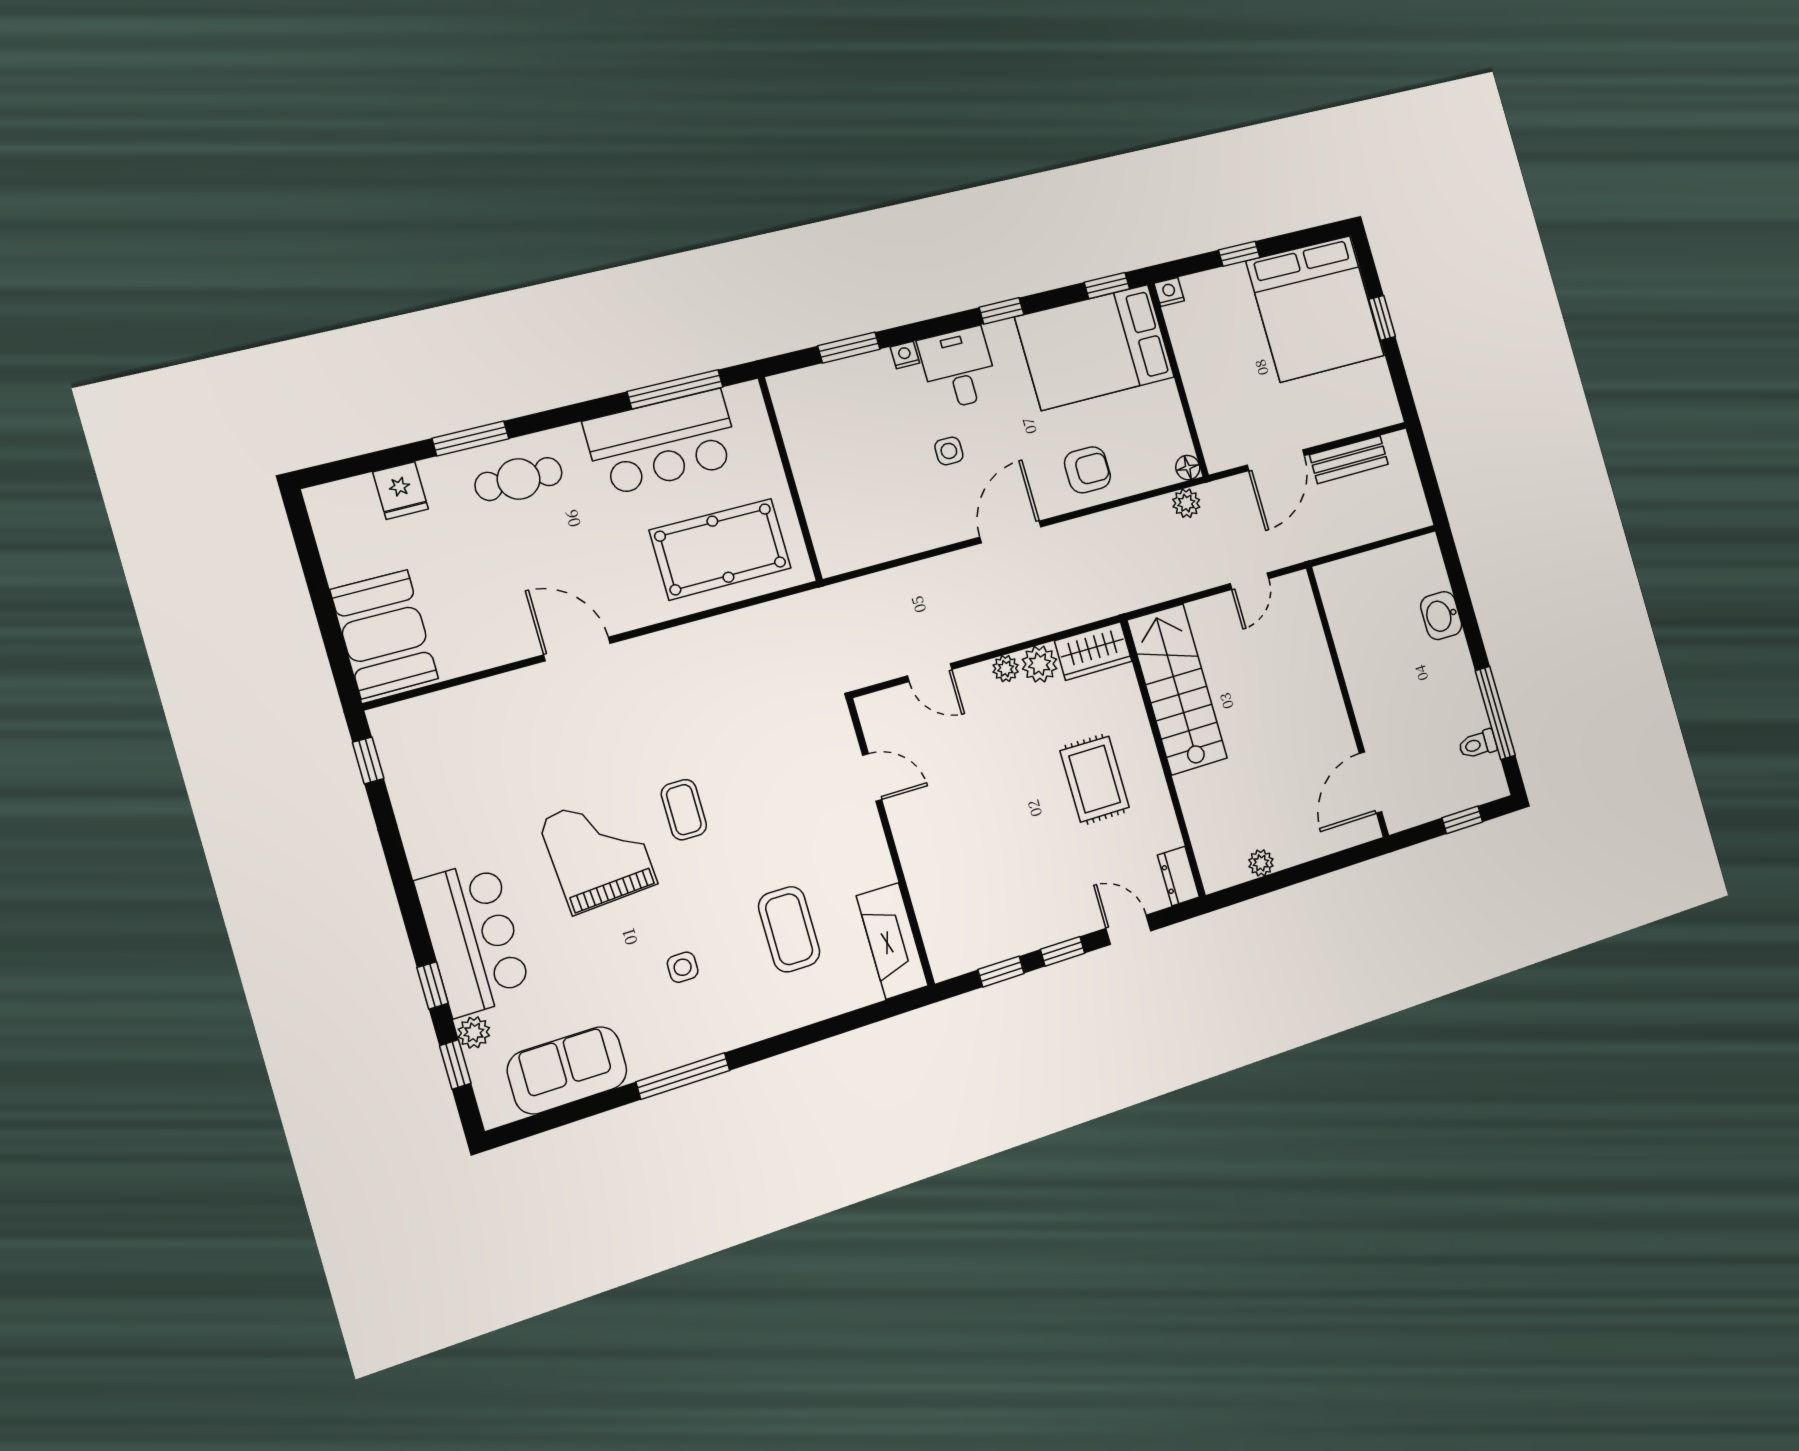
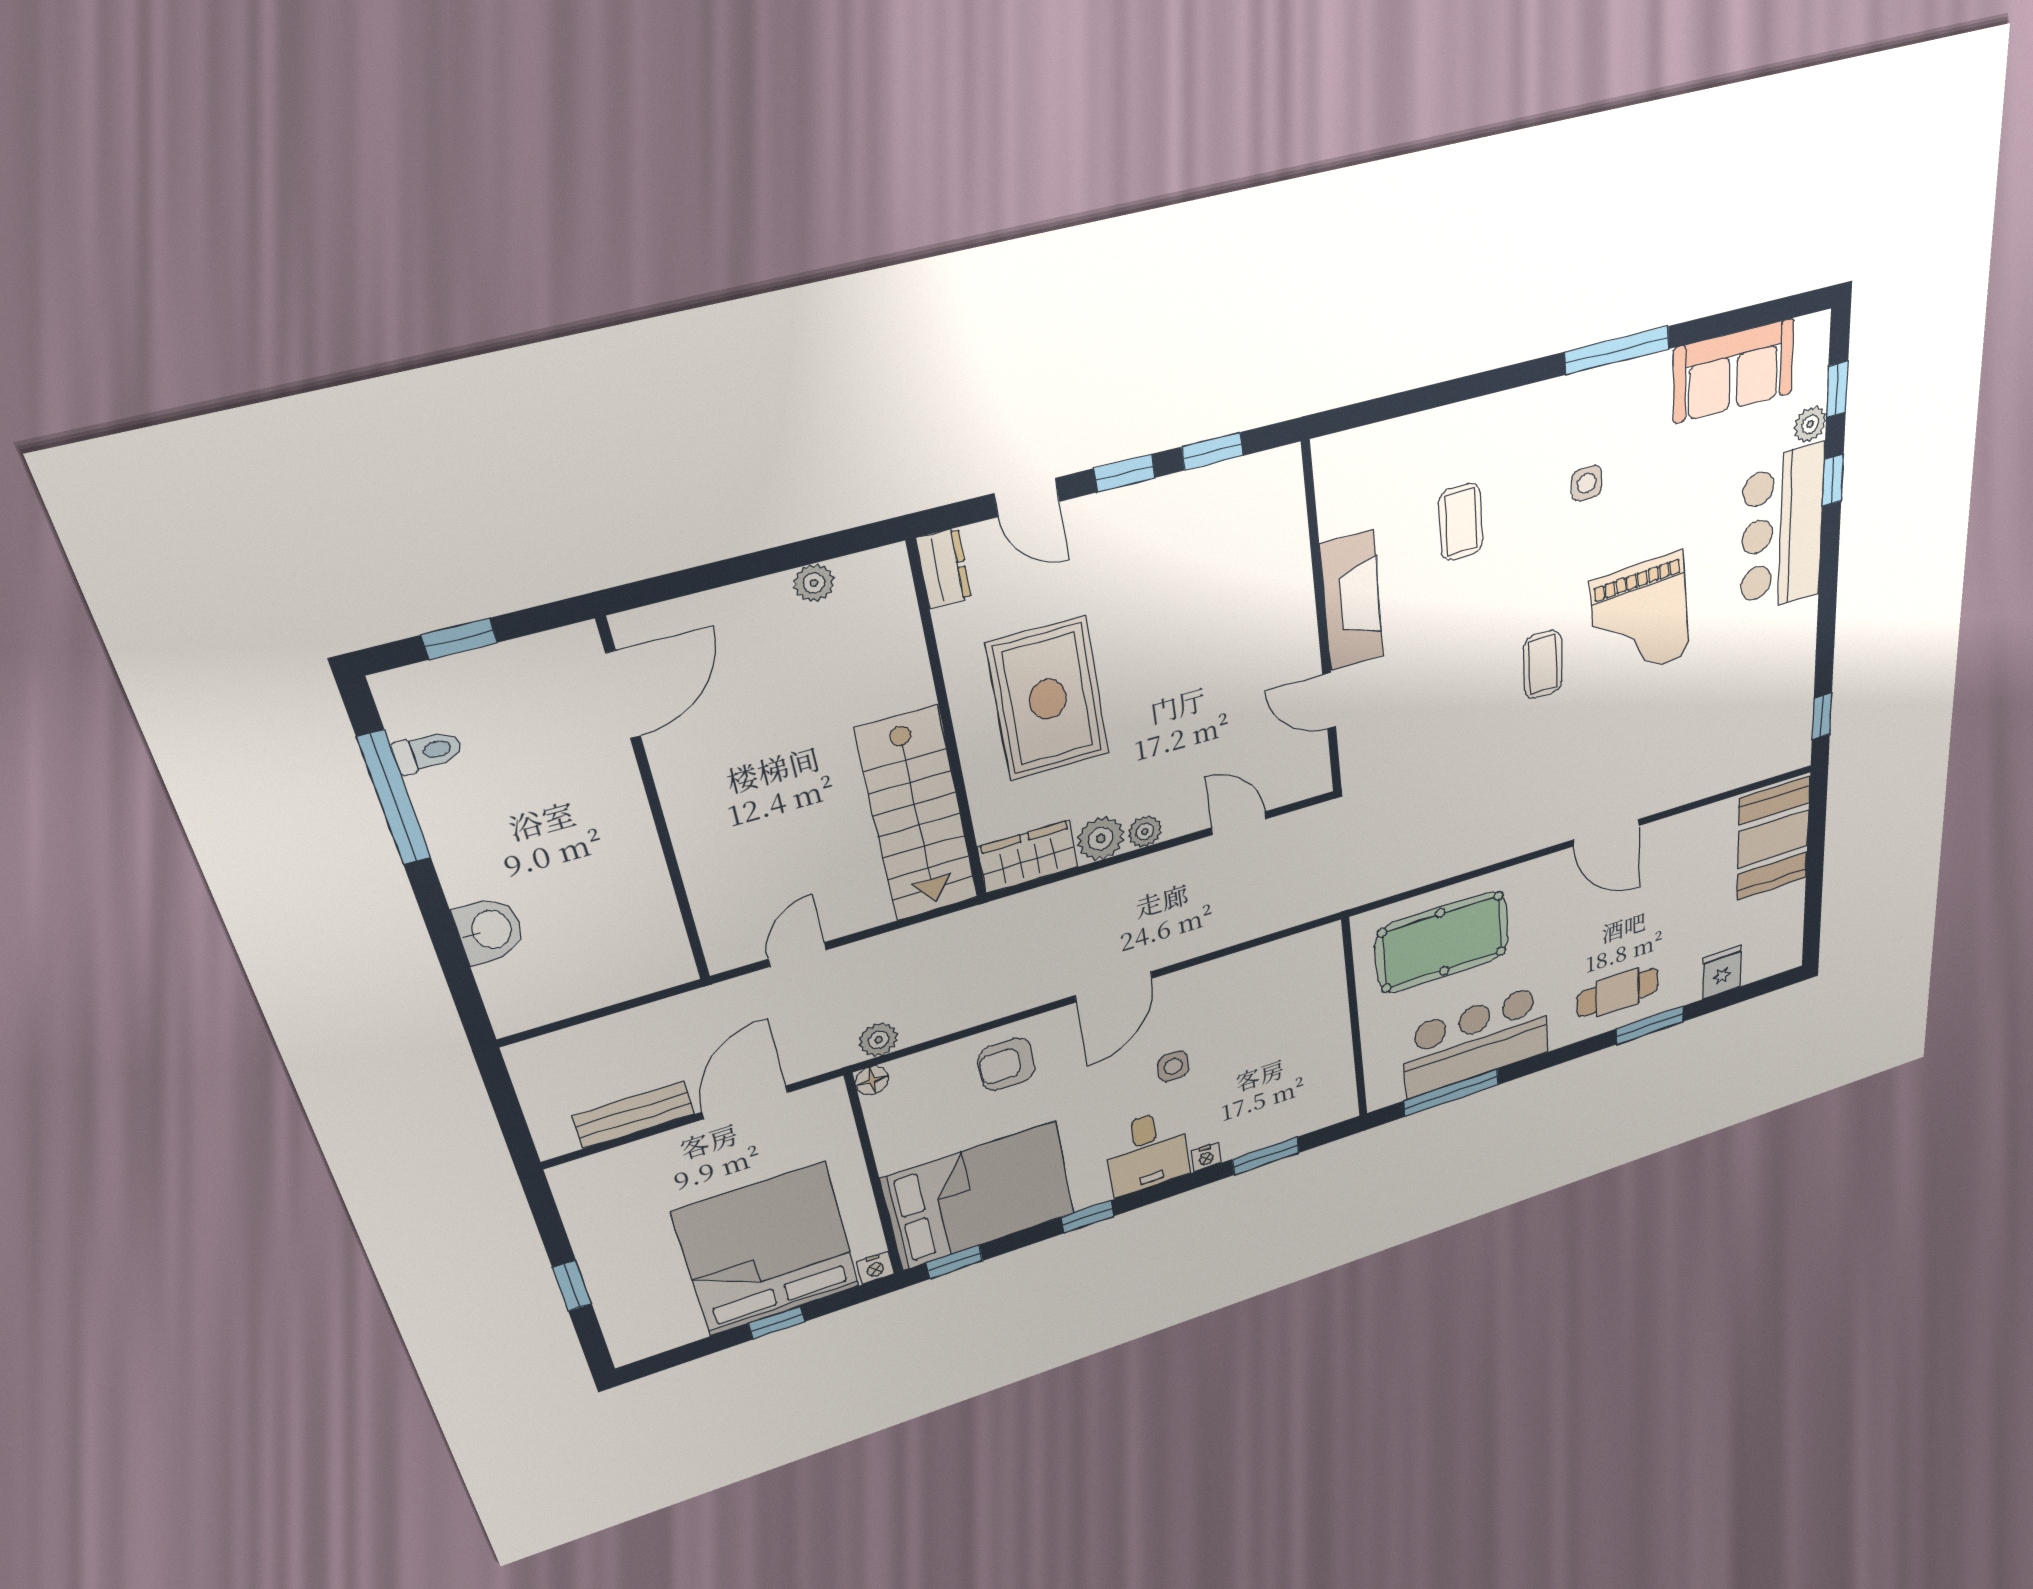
bed: (1315, 309) -> (767, 1250), moved
rug: (1095, 779) -> (1048, 699), width x1.36, depth x1.43
coffee table: (789, 929) -> (1461, 522), width x0.73, depth x0.77
fireplace: (892, 941) -> (1352, 601), moved

